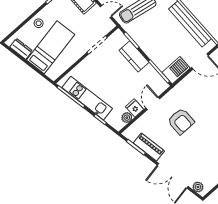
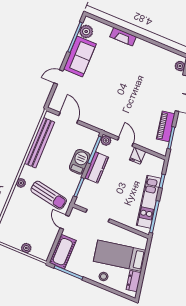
kitchen counter: (134, 56) -> (96, 167), moved
barbecue: (176, 70) -> (80, 162), moved, turned 90
door: (153, 103) -> (126, 142), swing flipped
plant: (127, 118) -> (106, 141), moved
armchair: (181, 121) -> (129, 109), removed

